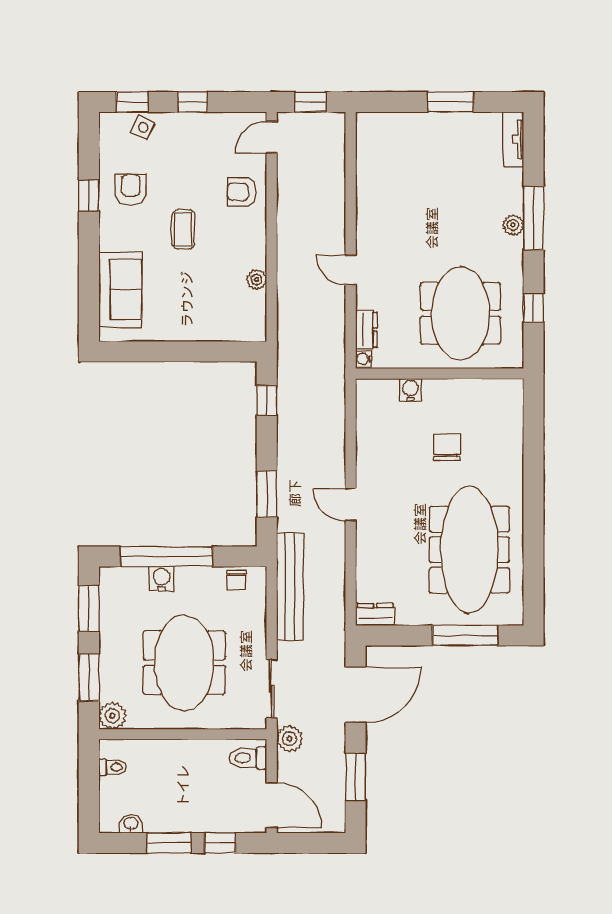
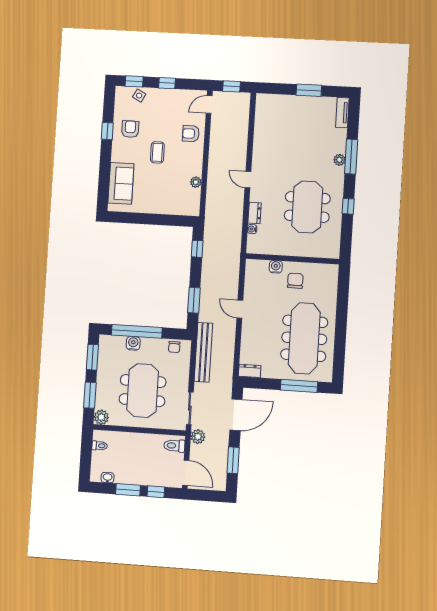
wall: (440, 374) -> (292, 259), moved
water cooler: (410, 390) -> (276, 267), moved

